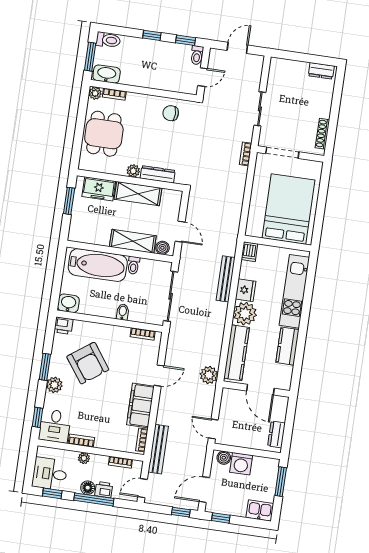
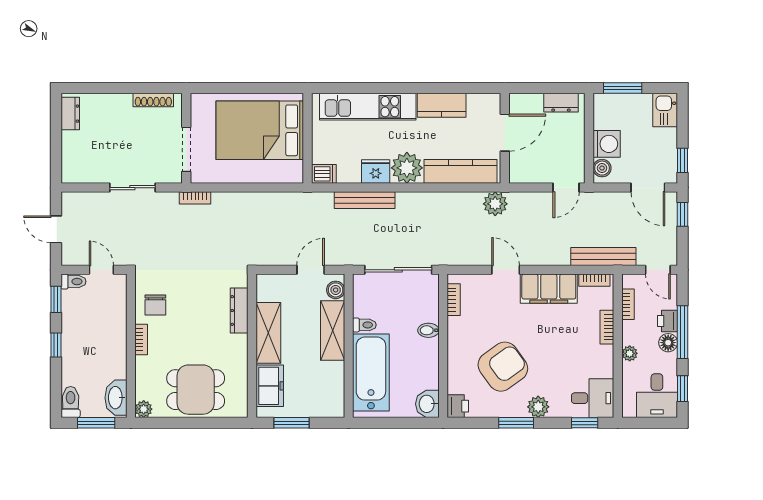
bookcase: (114, 94) -> (141, 339), moved
plant: (133, 171) -> (239, 344), removed
bookcase: (81, 441) -> (607, 327), moved

